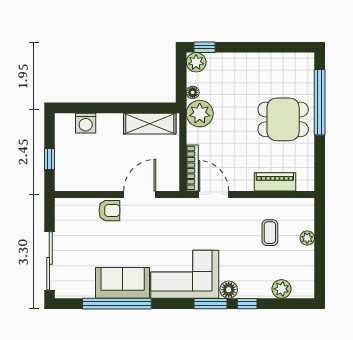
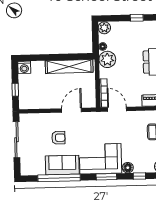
window: (205, 47) -> (137, 18), moved
washing machine: (86, 123) -> (24, 67), moved
shelving: (150, 124) -> (69, 67), width x1.47
armchair: (109, 211) -> (58, 138), moved
sliding door: (49, 261) -> (17, 140), moved
window: (211, 304) -> (106, 177), moved

